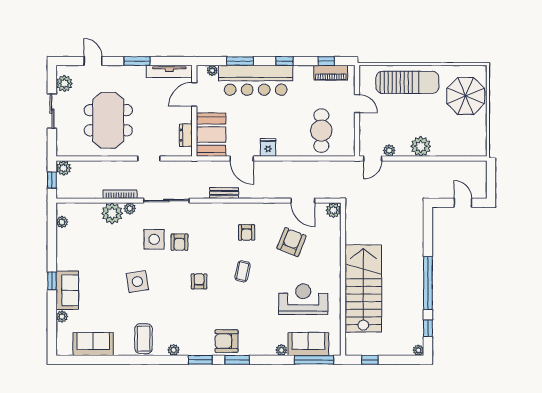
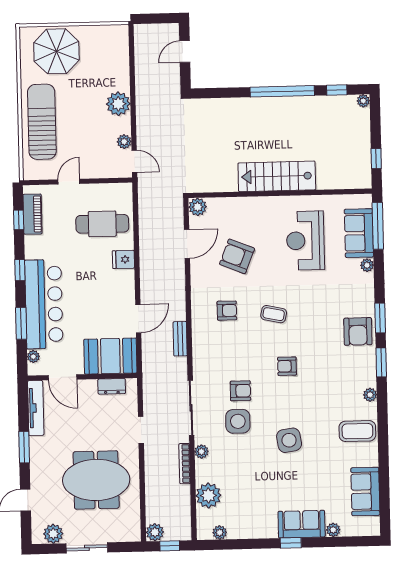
fridge: (268, 147) -> (123, 259), moved
plant: (112, 213) -> (208, 495), moved
stairs: (363, 288) -> (277, 176), width x0.73, depth x0.66

